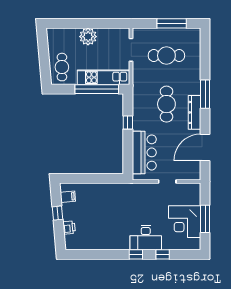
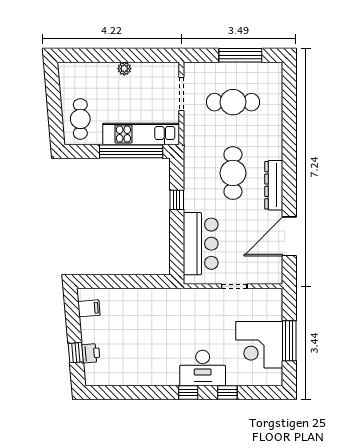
plant: (88, 37) -> (124, 69), width x0.53, depth x0.53
window: (205, 94) -> (289, 159), removed
window: (58, 213) -> (76, 353), moved

